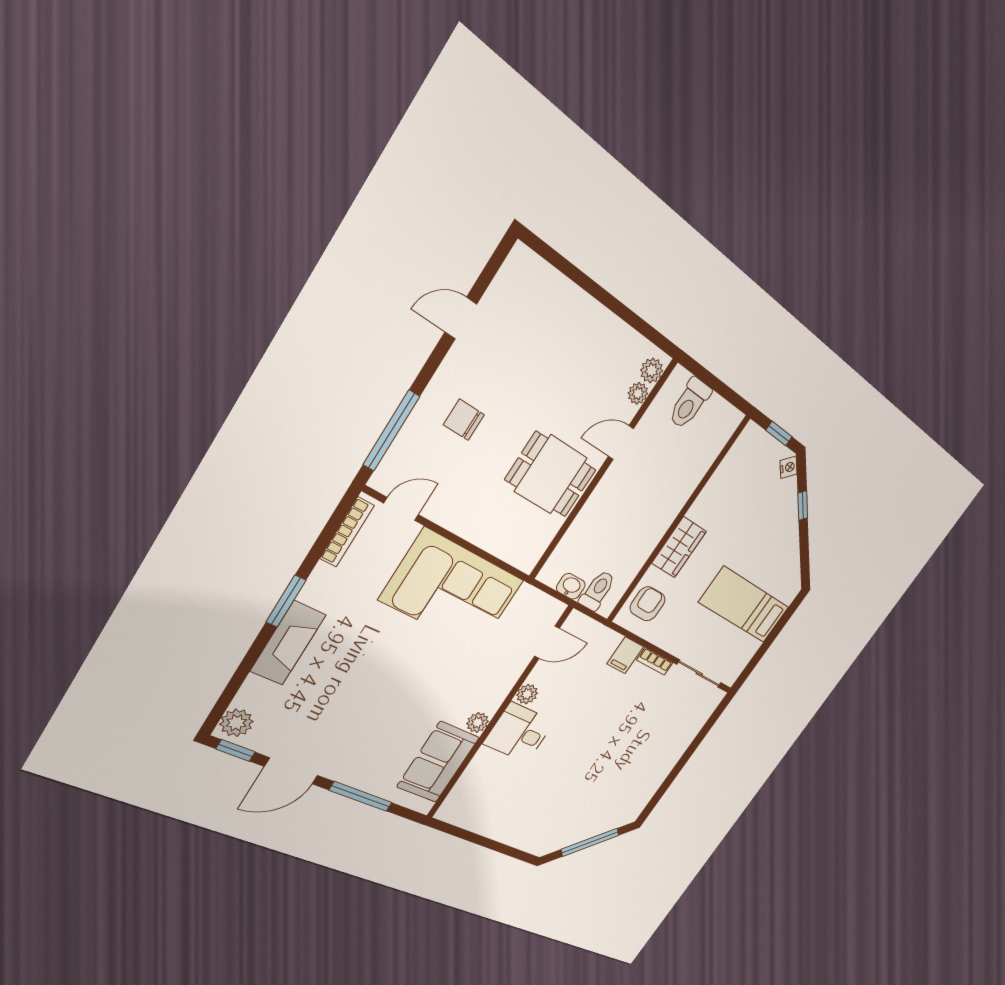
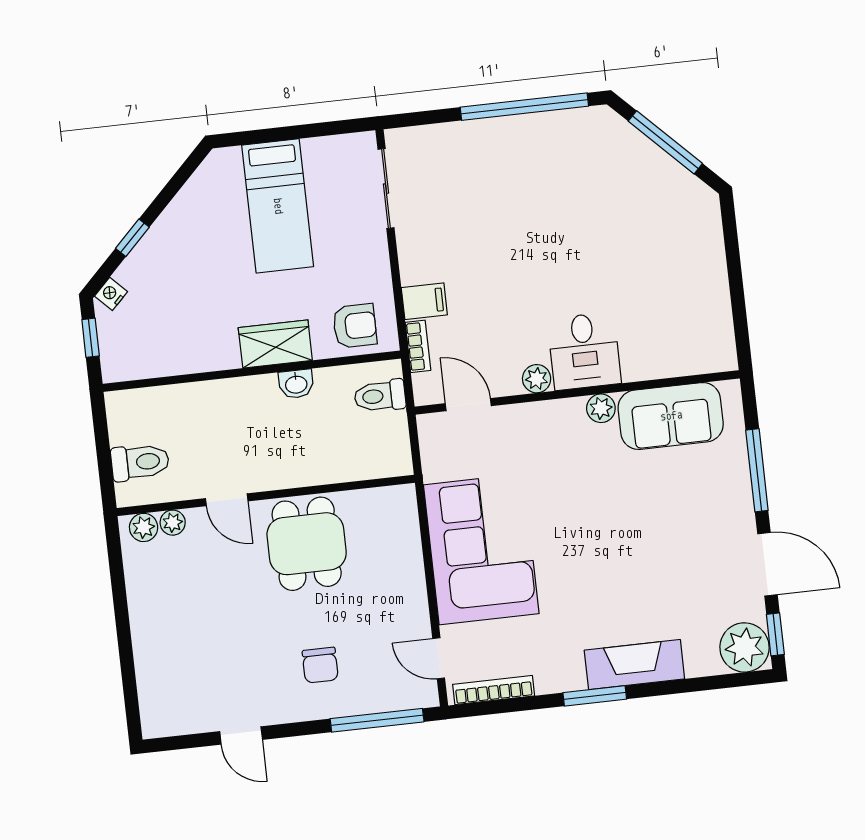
washbasin: (571, 586) -> (296, 384), moved, turned -90
armchair: (648, 604) -> (355, 326), turned 180
bookcase: (655, 661) -> (418, 346), moved
plant: (236, 723) -> (745, 647), width x1.36, depth x1.36
window: (672, 777) -> (524, 107), added

